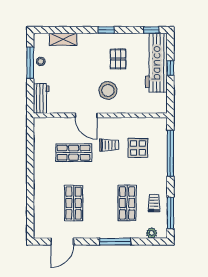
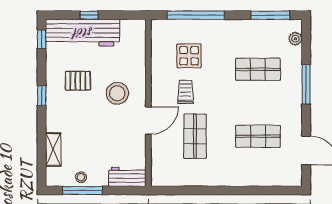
trolley: (154, 203) -> (258, 36), removed

